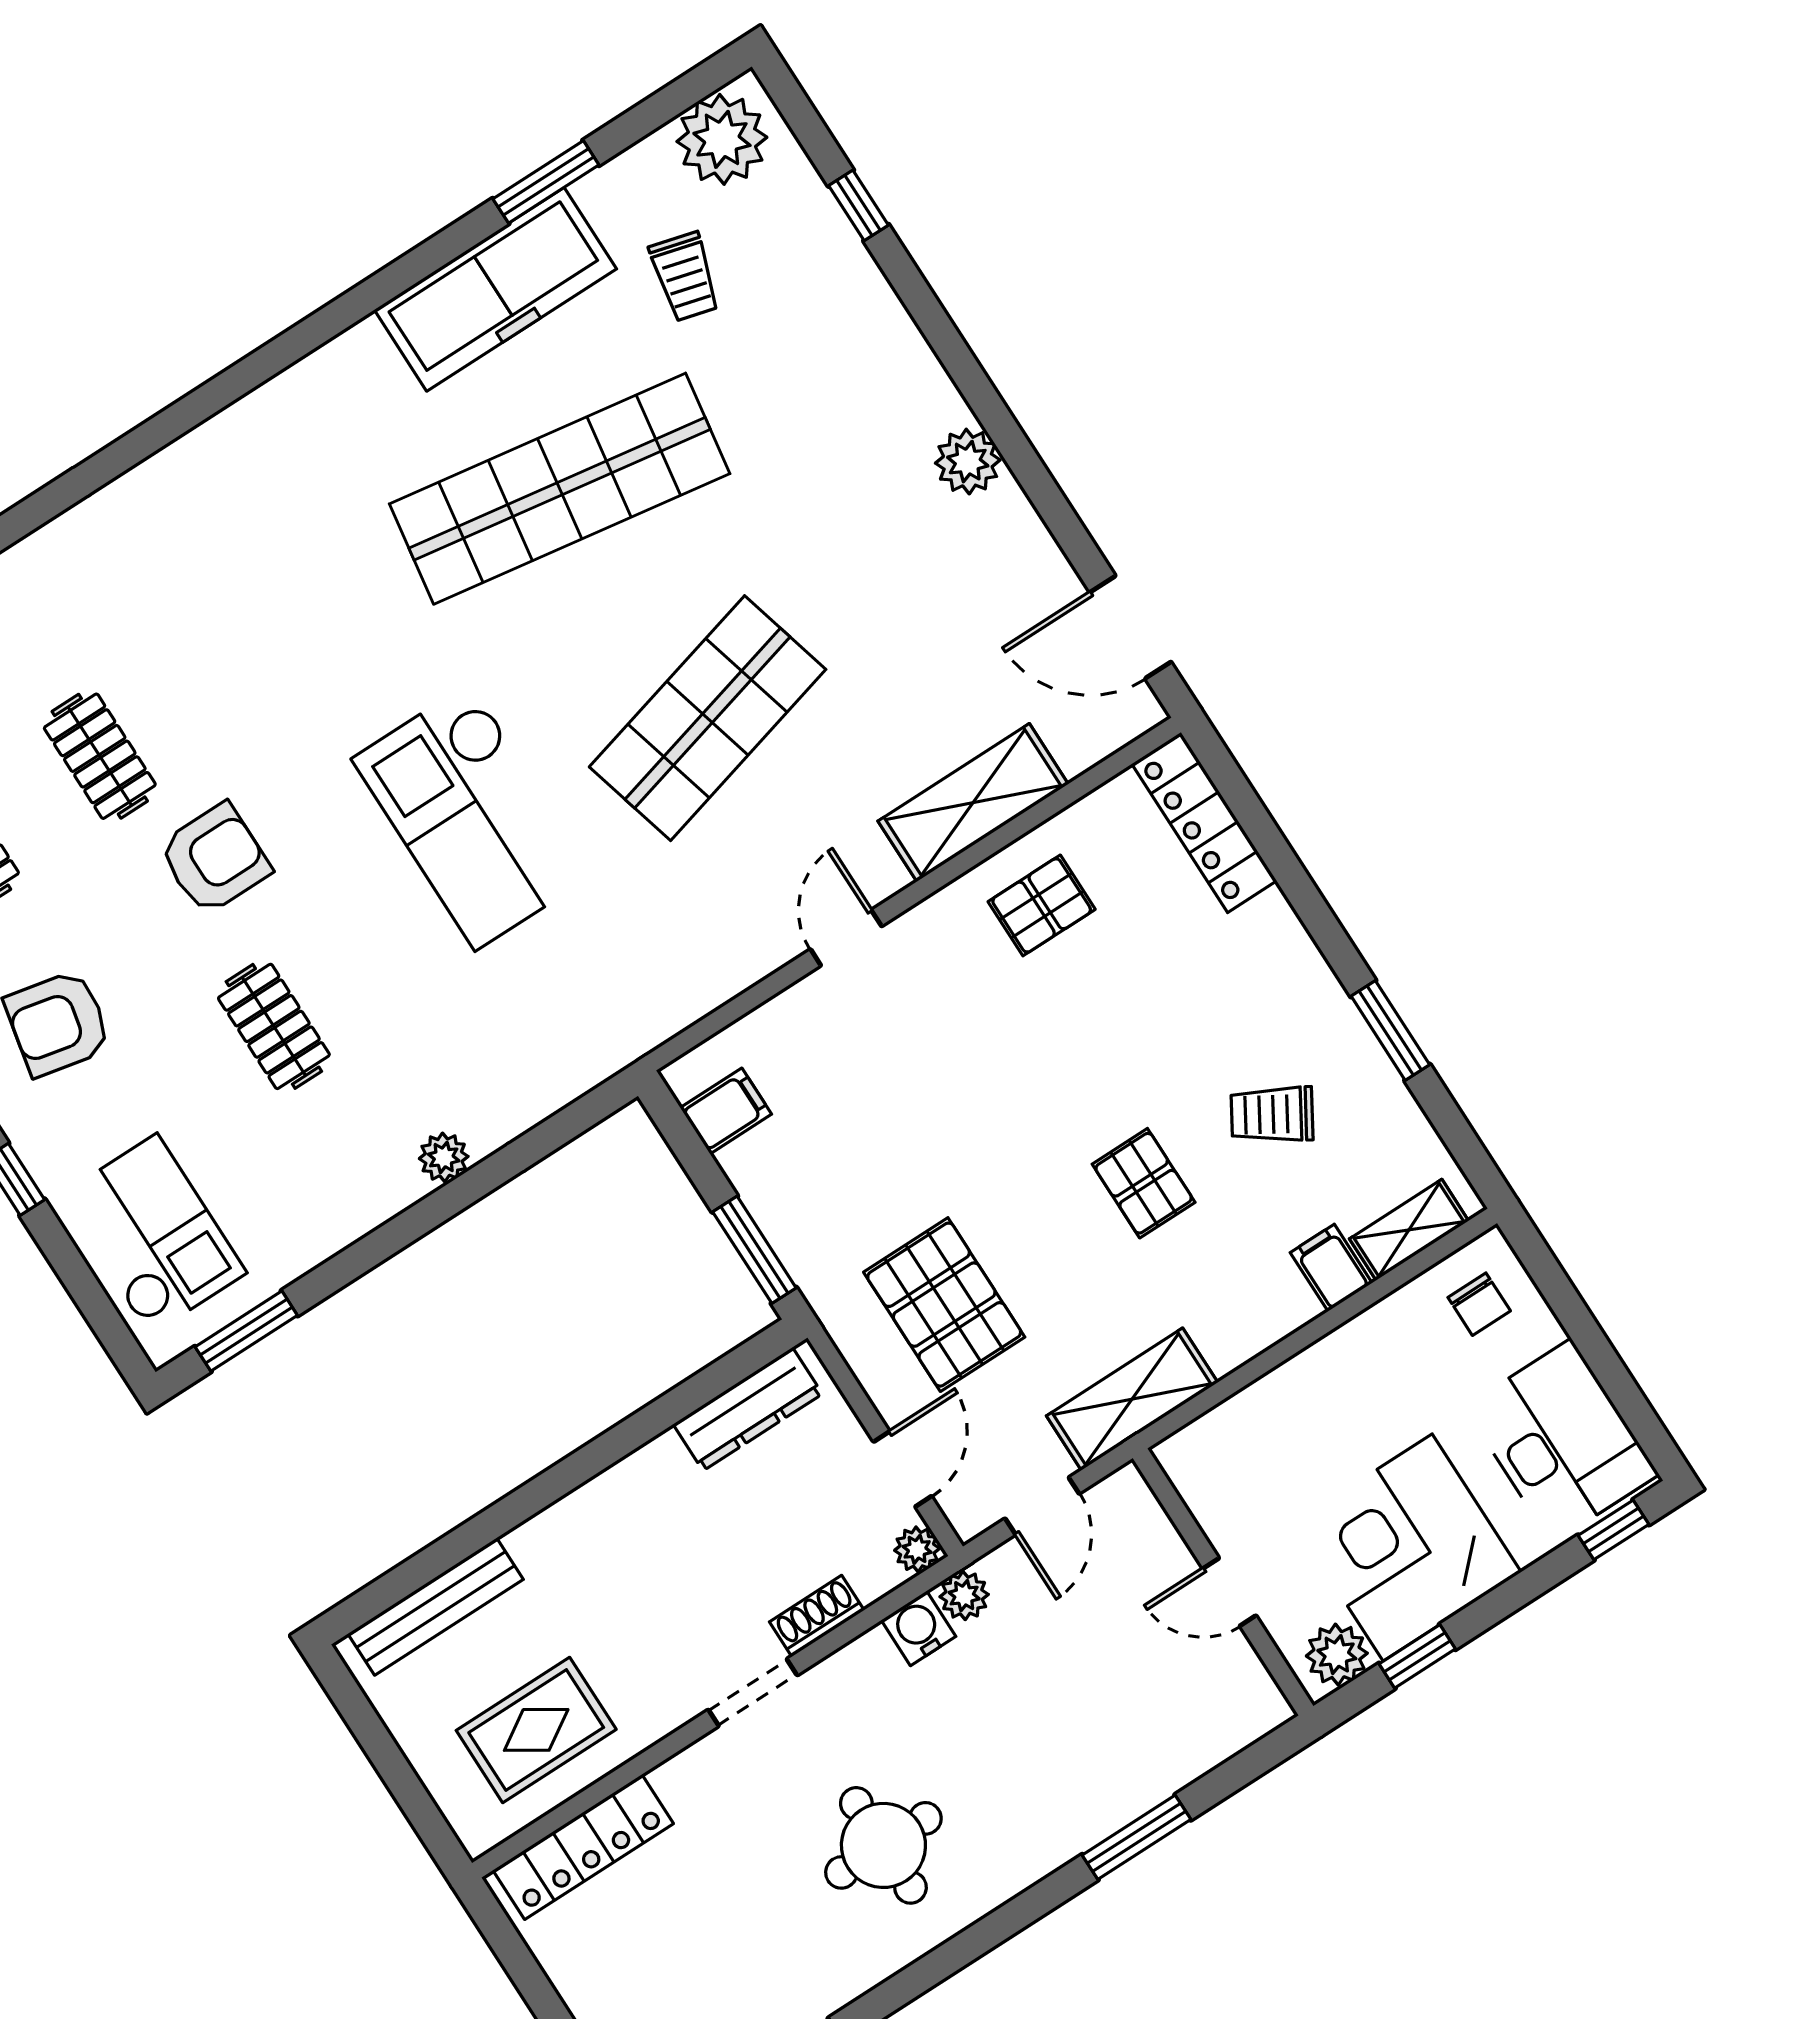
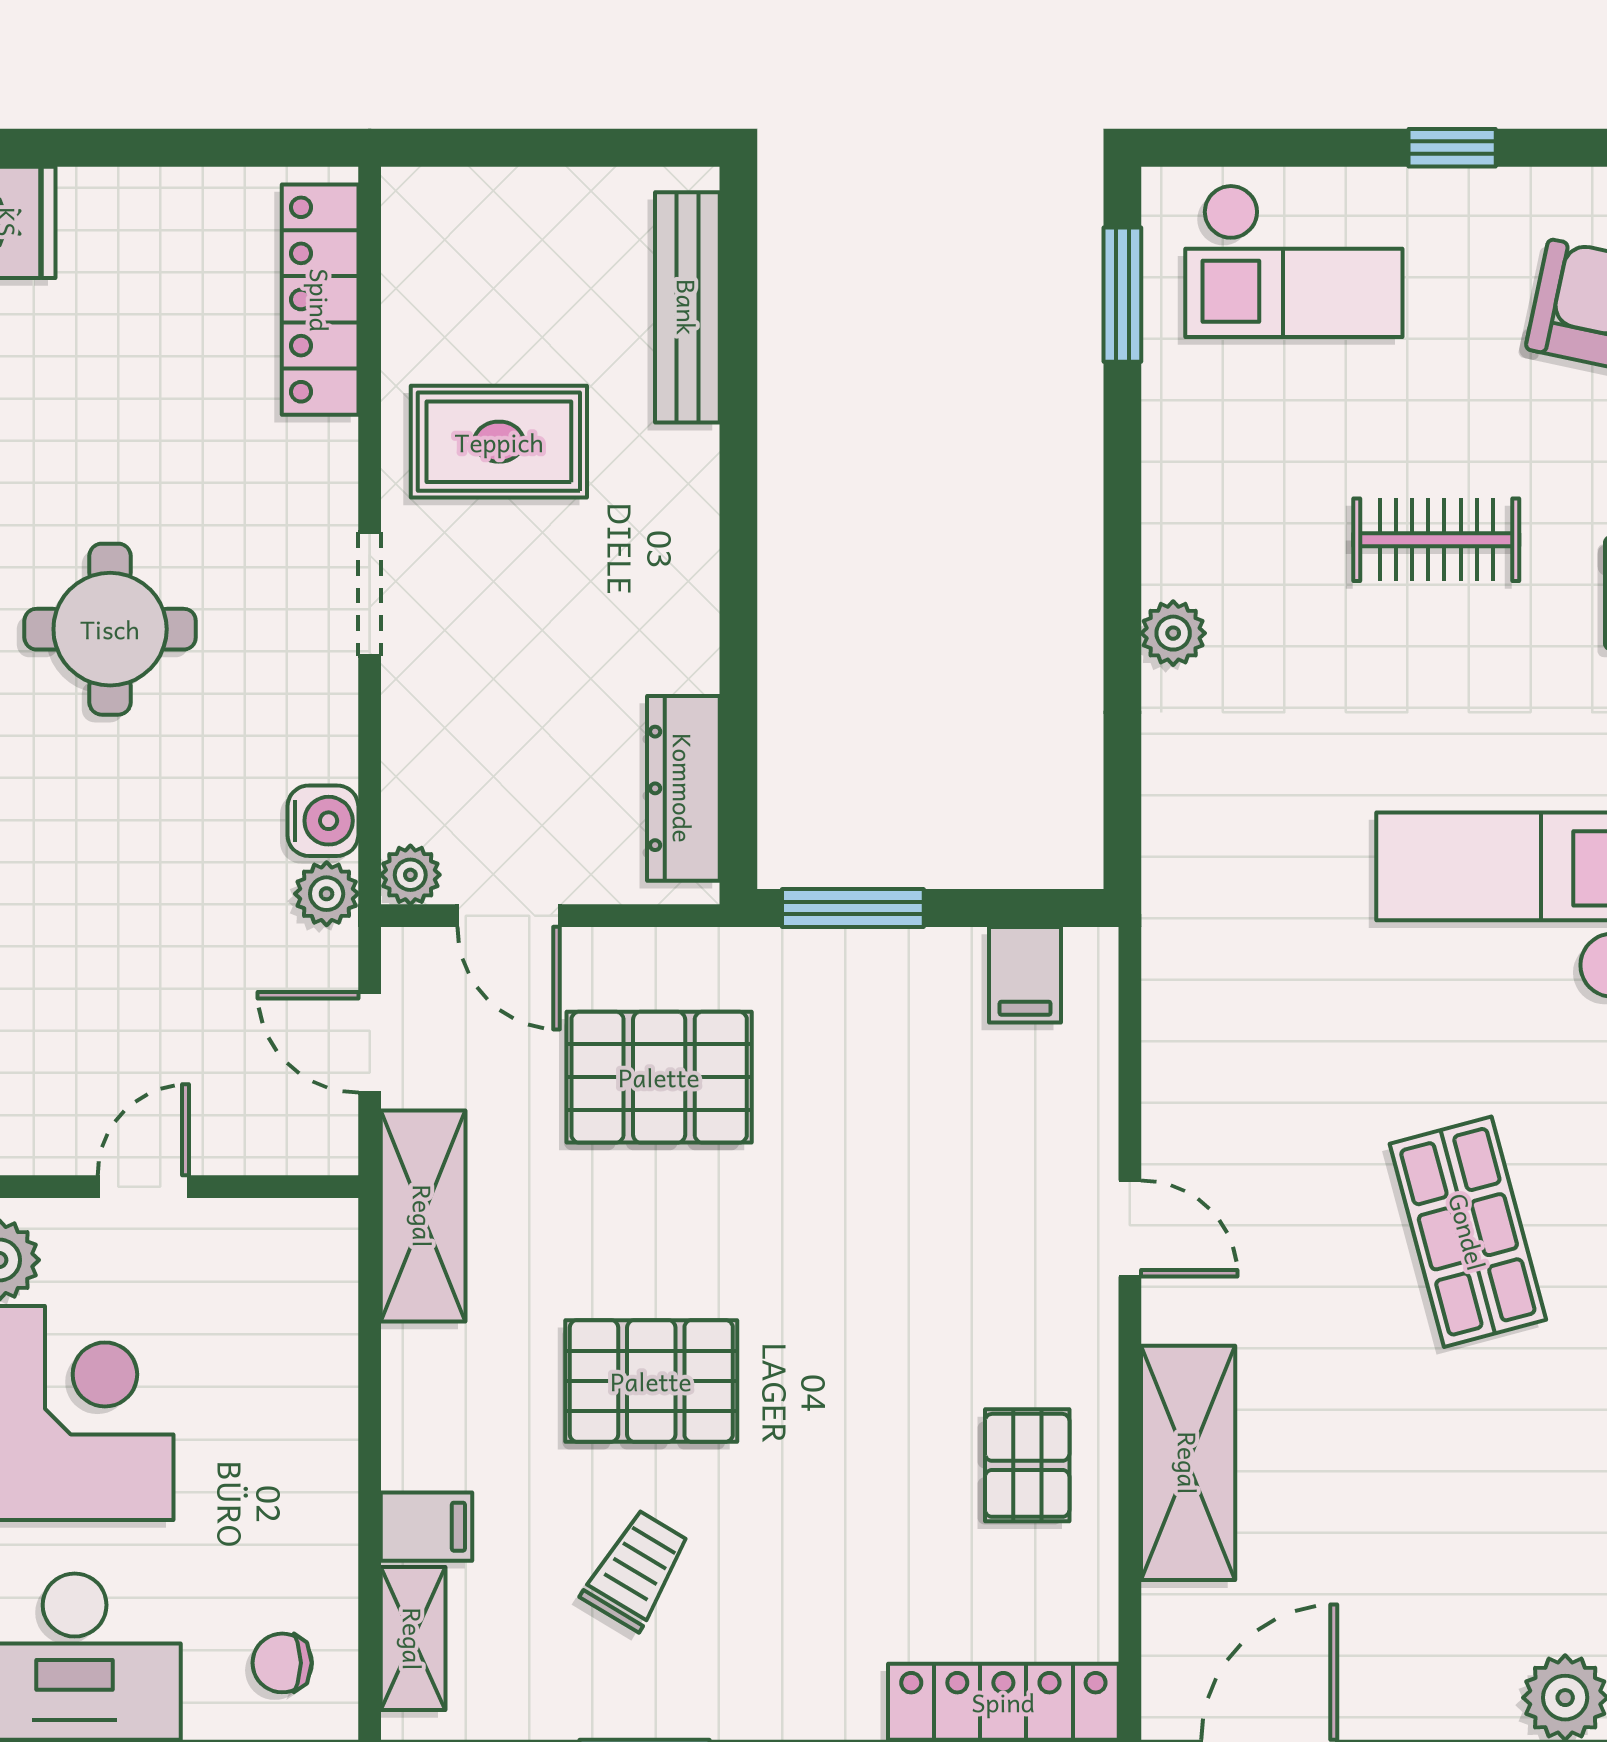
shop shelf: (708, 718) -> (1468, 1232), width x0.70, depth x0.74
pallet: (1144, 1183) -> (651, 1381), width x1.50, depth x1.42
shoe rack: (817, 1616) -> (408, 718), removed
rug: (536, 1730) -> (499, 442), moved, turned 90

